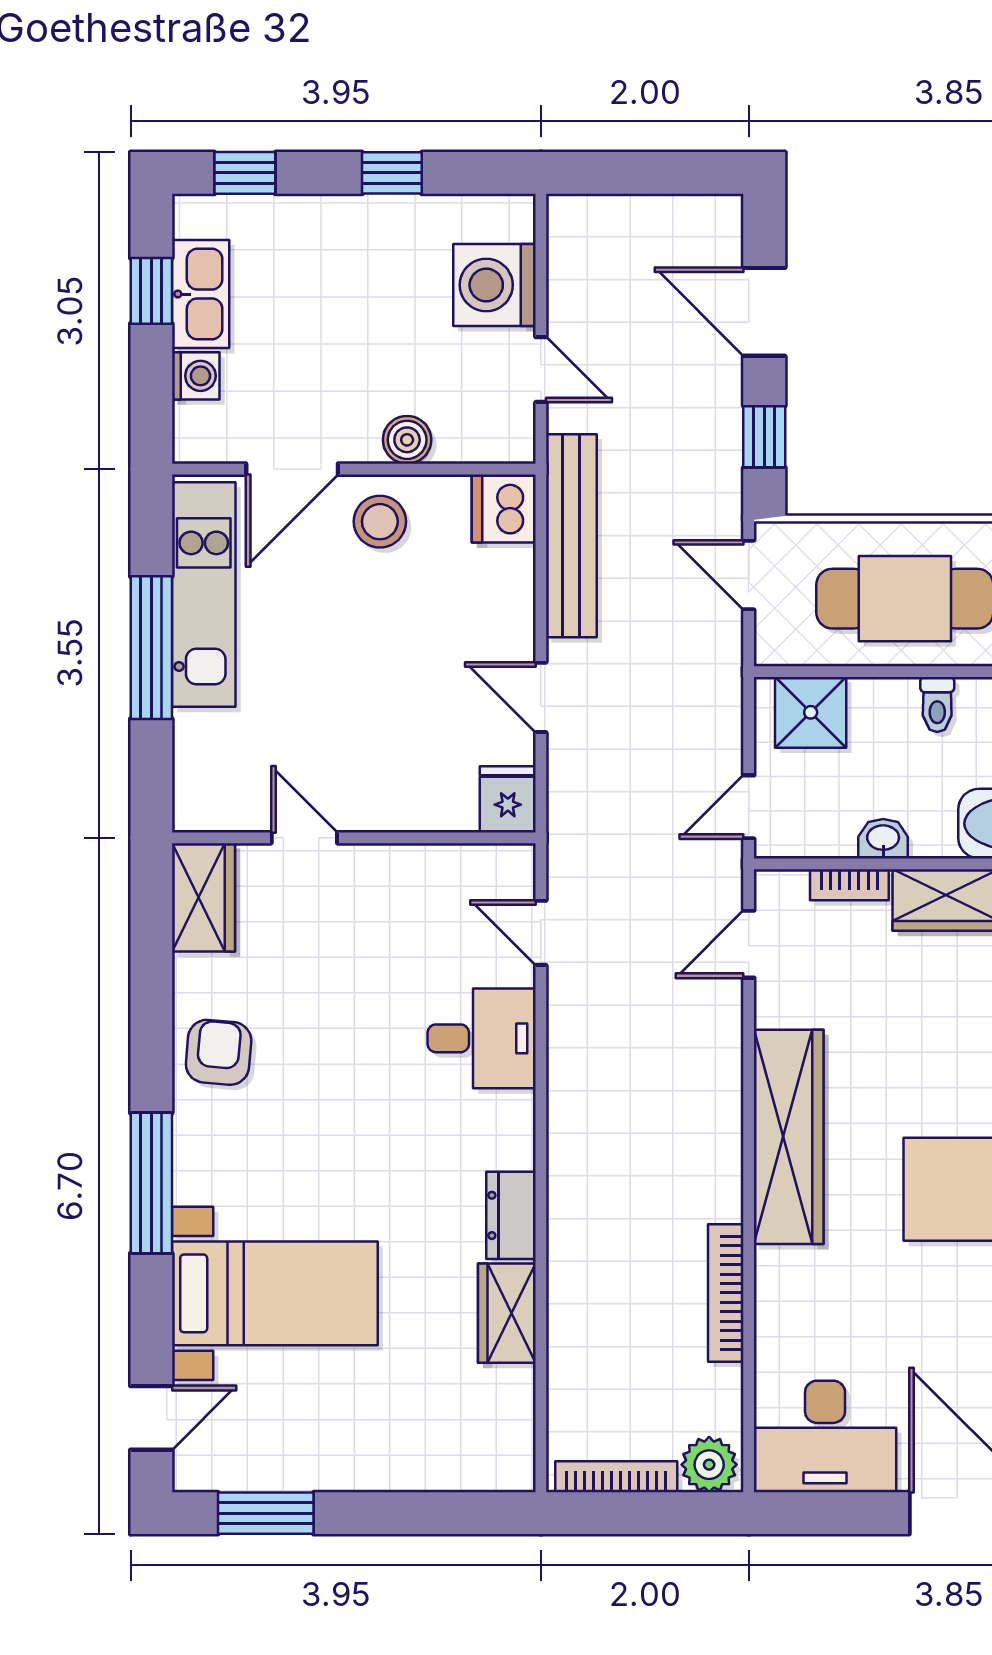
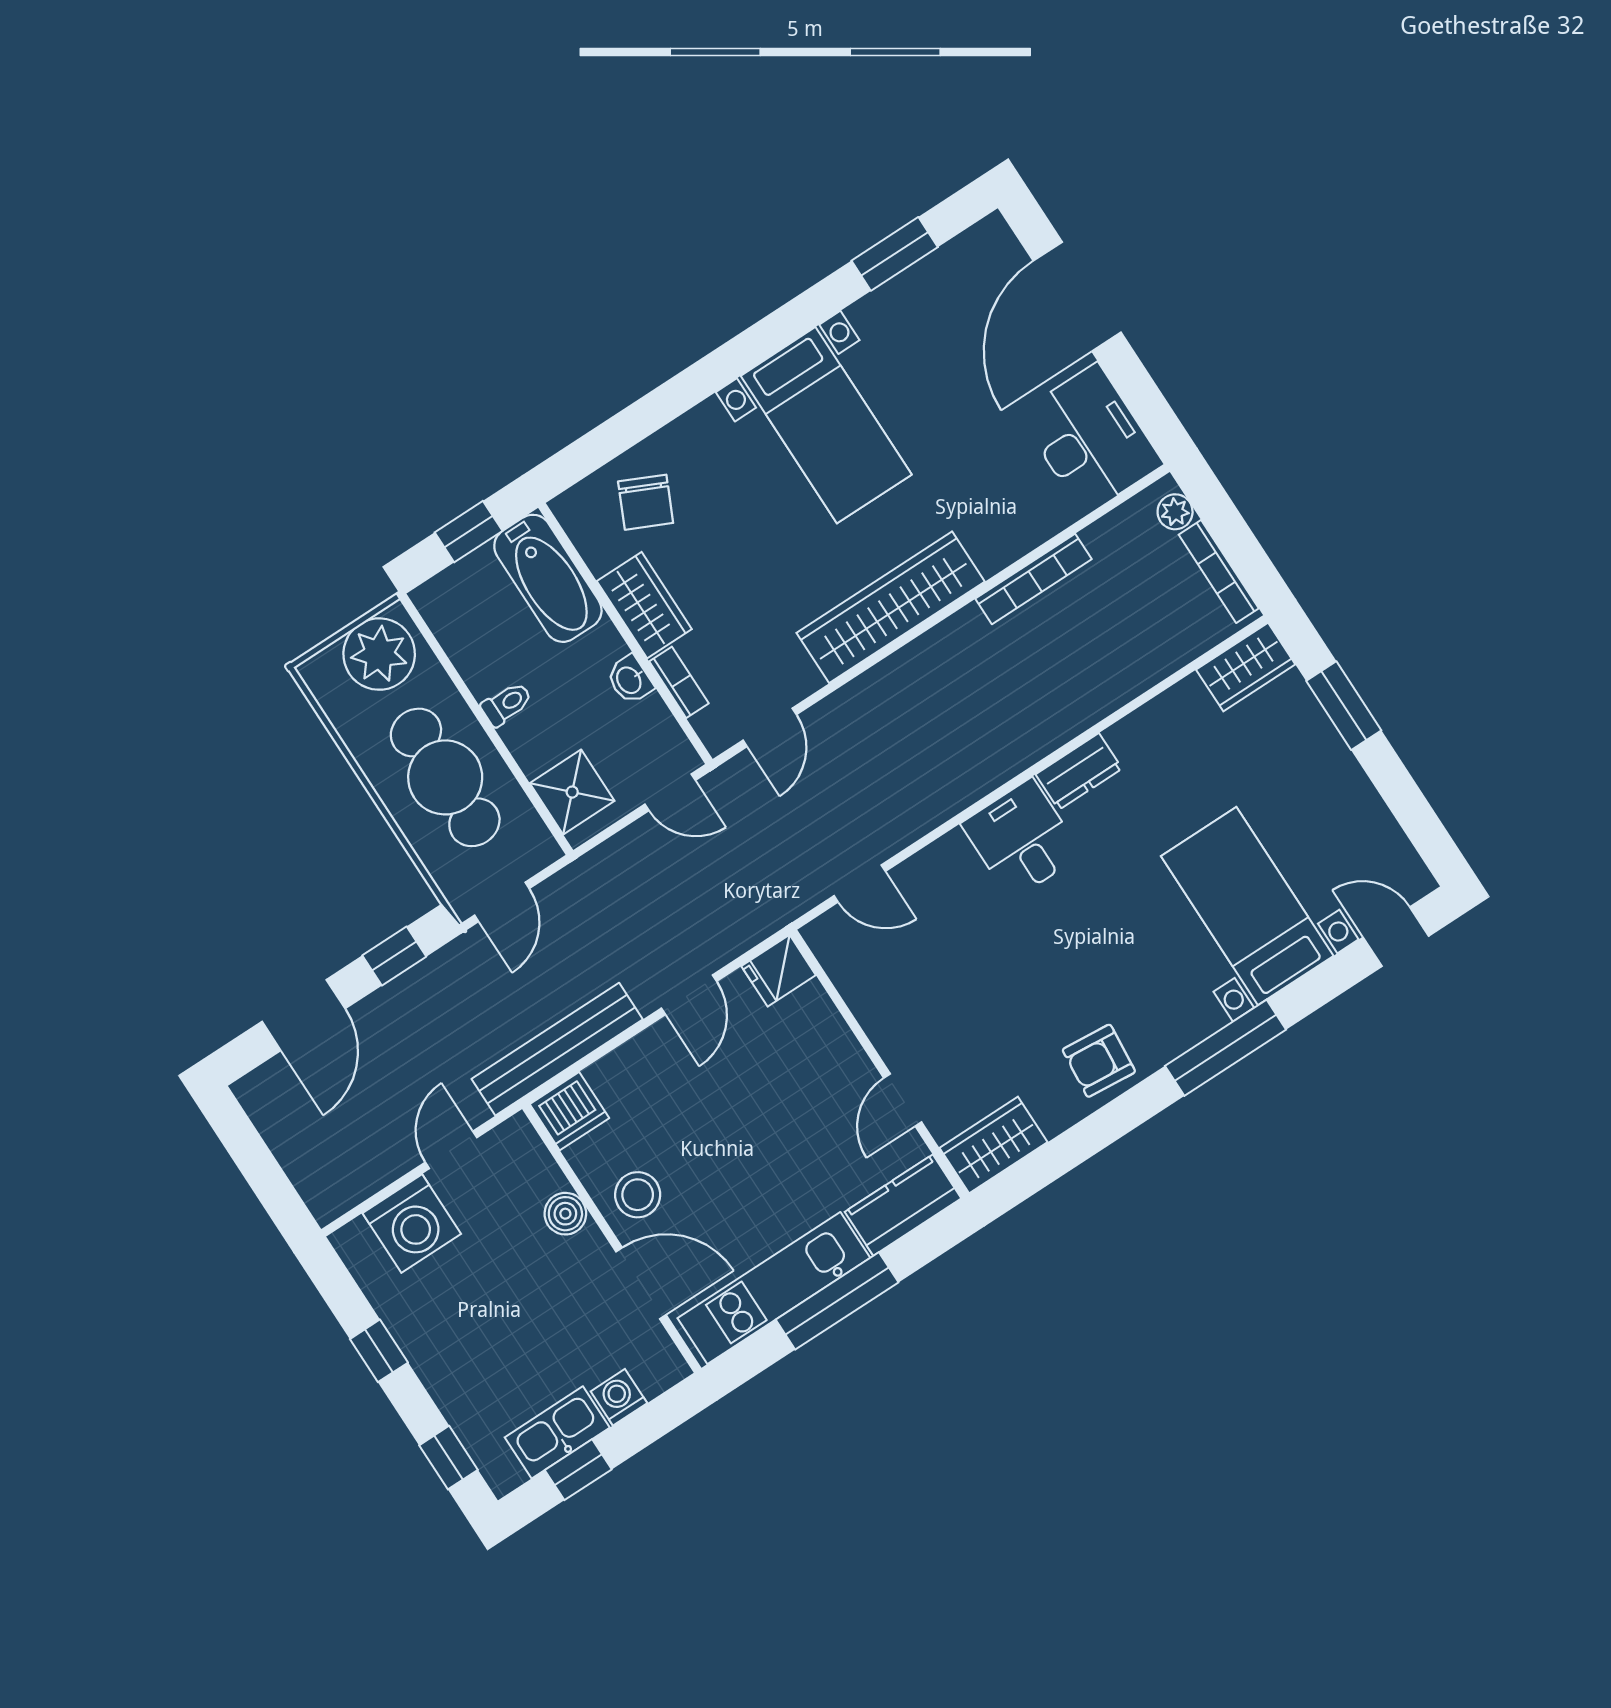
kitchen counter: (202, 772) -> (903, 1205), added
door: (541, 933) -> (860, 883), hinge flipped
door: (749, 944) -> (770, 727), hinge flipped
desk: (482, 1038) -> (1022, 839), moved
wardrobe: (507, 1313) -> (1246, 667), moved
plant: (709, 1465) -> (1175, 512), width x0.73, depth x0.73
window: (266, 1513) -> (1344, 706), moved

